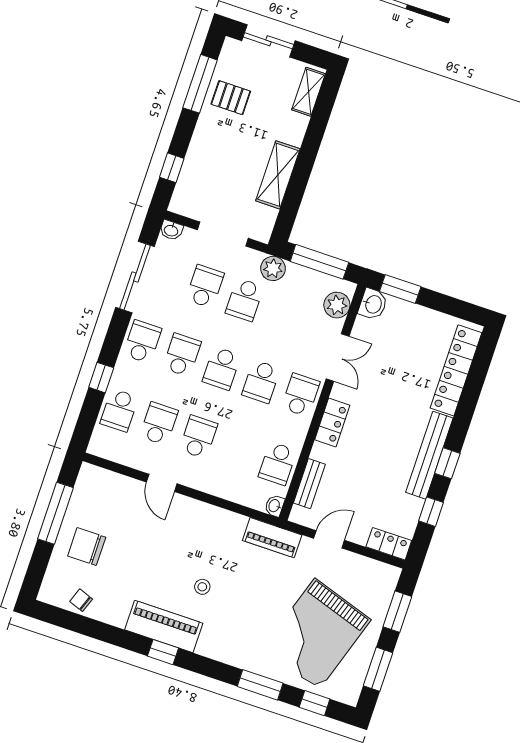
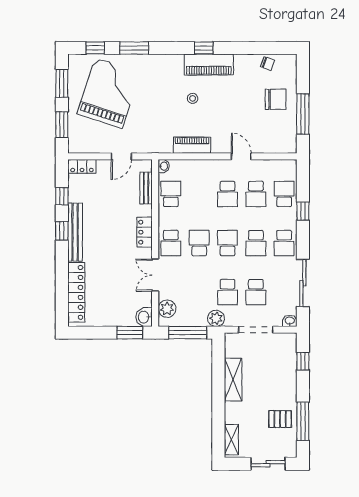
school desk: (245, 300) -> (228, 292), turned 180
piano: (272, 538) -> (192, 145), moved

